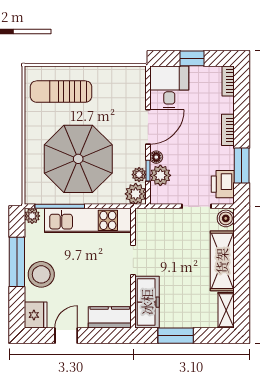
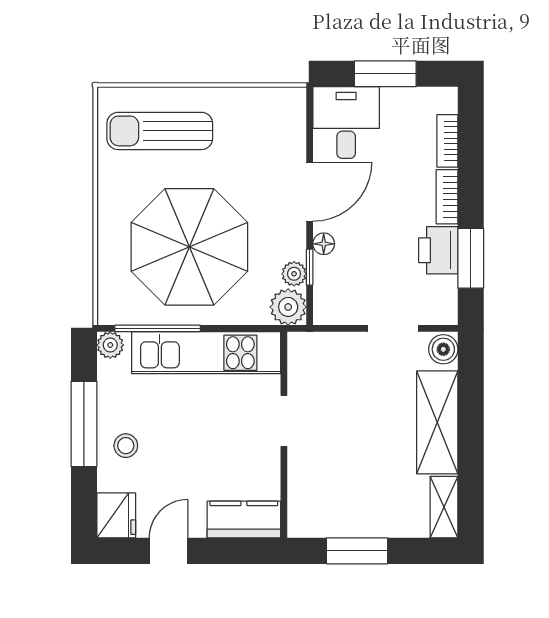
window: (192, 58) -> (385, 74), width x1.50
bookcase: (228, 81) -> (447, 141), moved
plant: (160, 175) -> (331, 275), removed
printer: (223, 184) -> (438, 250), moved
stool: (41, 274) -> (126, 446), width x0.53, depth x0.53
freezer: (147, 302) -> (308, 493), removed

